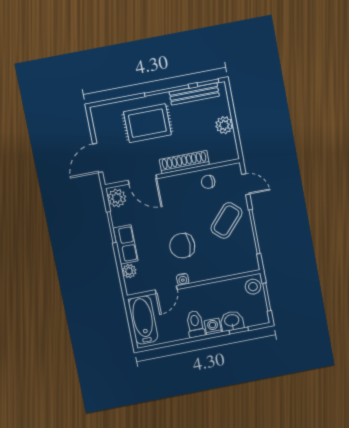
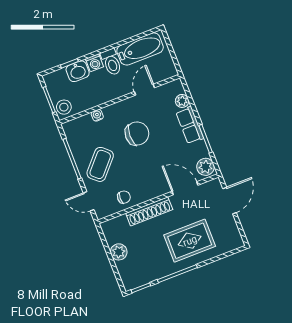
bench: (194, 94) -> (151, 275), removed
water cooler: (183, 279) -> (97, 115), moved
bathtub: (143, 320) -> (140, 49), moved, turned -90

